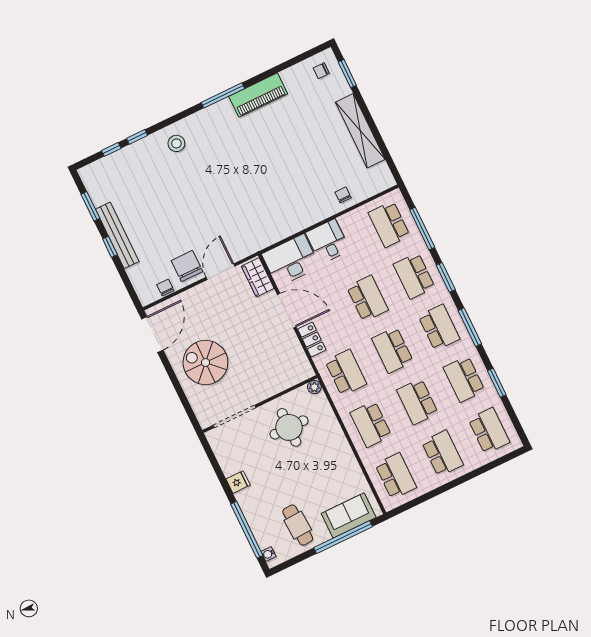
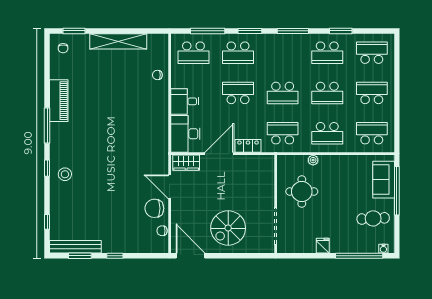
window: (137, 137) -> (47, 168), moved
bench: (117, 235) -> (75, 247), moved
school desk: (439, 327) -> (283, 53), removed
plant: (314, 387) -> (313, 160), moved

